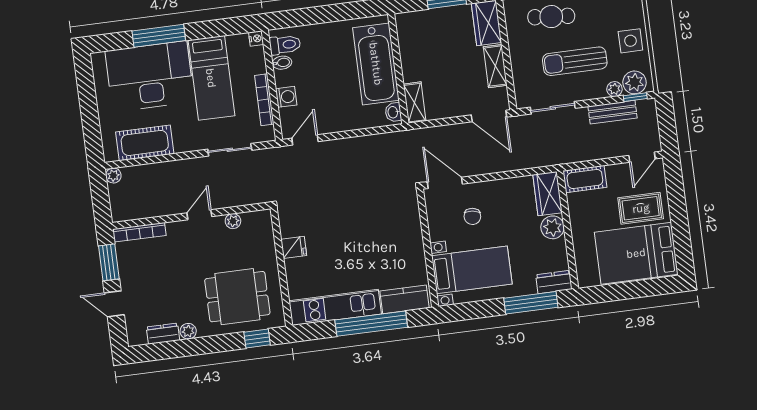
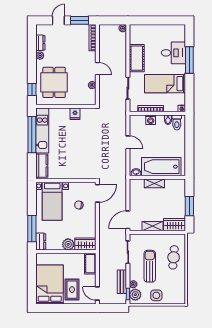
desk: (150, 76) -> (173, 53), width x0.53, depth x0.77
shelving: (415, 103) -> (154, 183), moved
door: (305, 140) -> (128, 142), moved
cot: (145, 143) -> (137, 58), moved
window: (371, 324) -> (32, 135), moved

